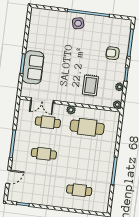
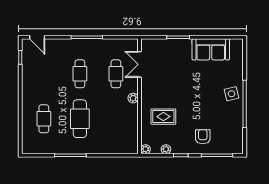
sofa: (33, 67) -> (211, 49), moved
cafe table: (87, 127) -> (80, 119), moved
door: (8, 177) -> (37, 37), moved

